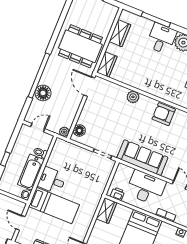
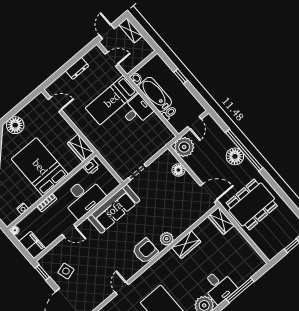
wardrobe: (120, 33) -> (186, 245), moved, turned -90
floor lamp: (43, 93) -> (235, 156), moved
plant: (133, 97) -> (167, 239), moved
floor lamp: (79, 130) -> (178, 170), moved
plant: (64, 132) -> (184, 147), width x1.88, depth x1.88

